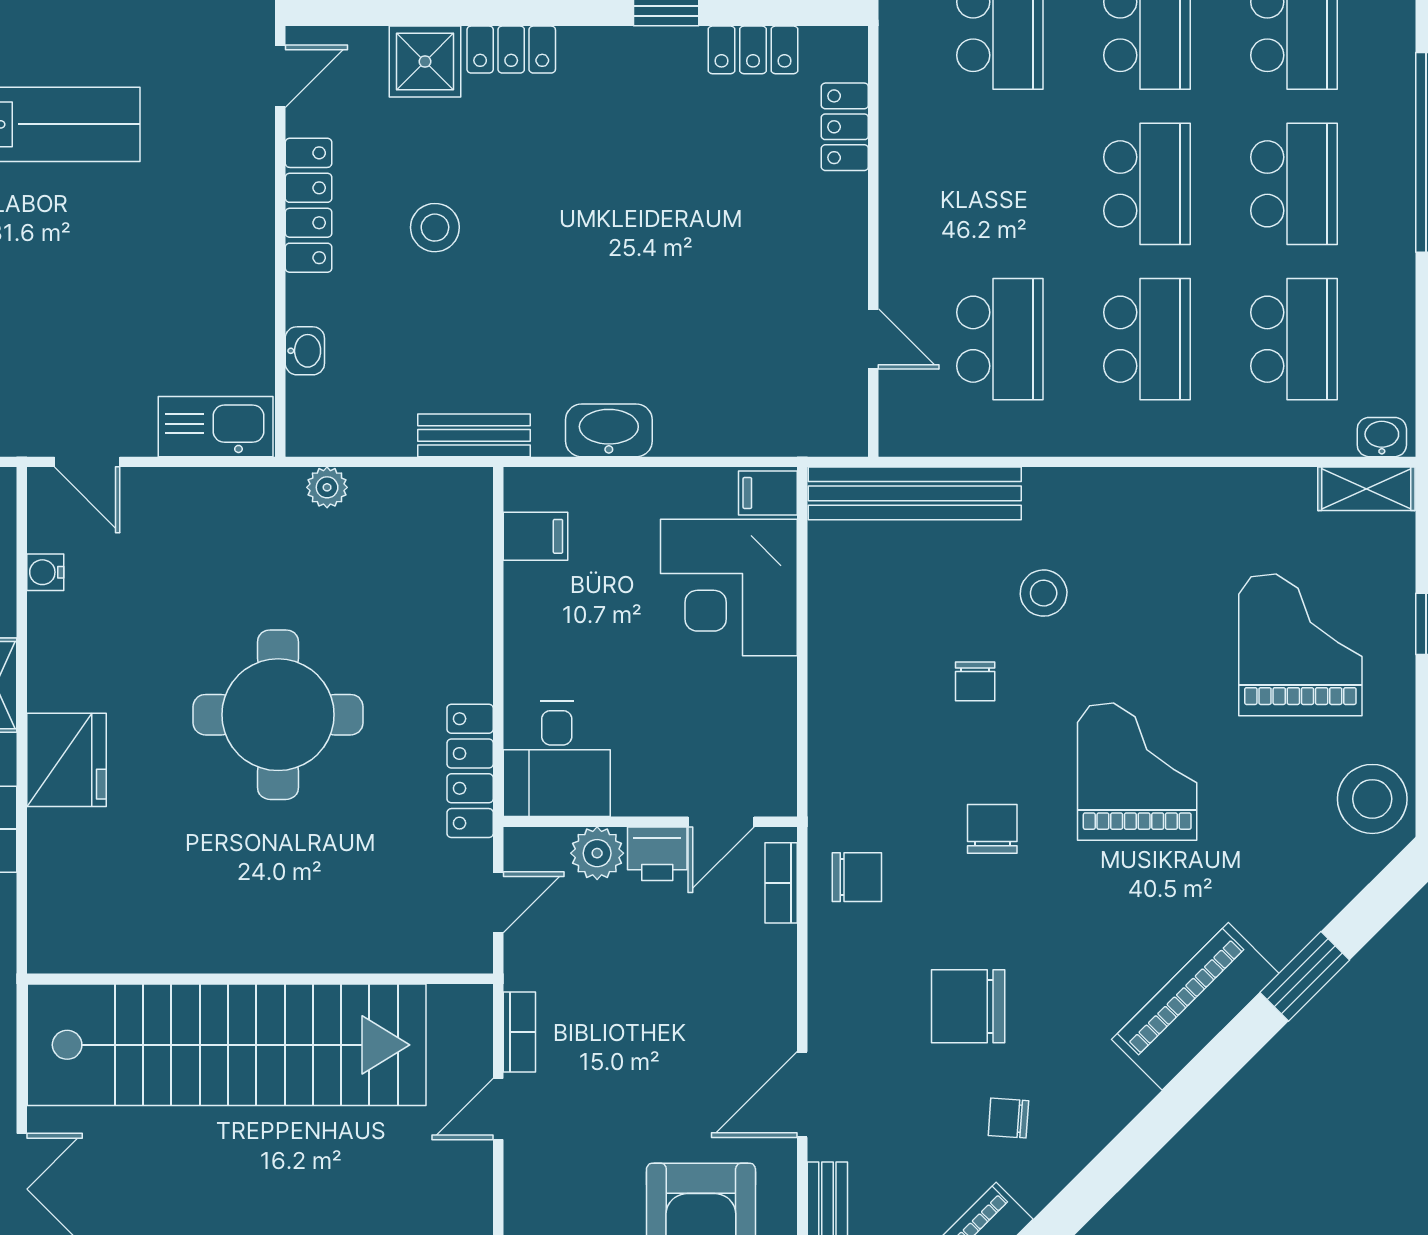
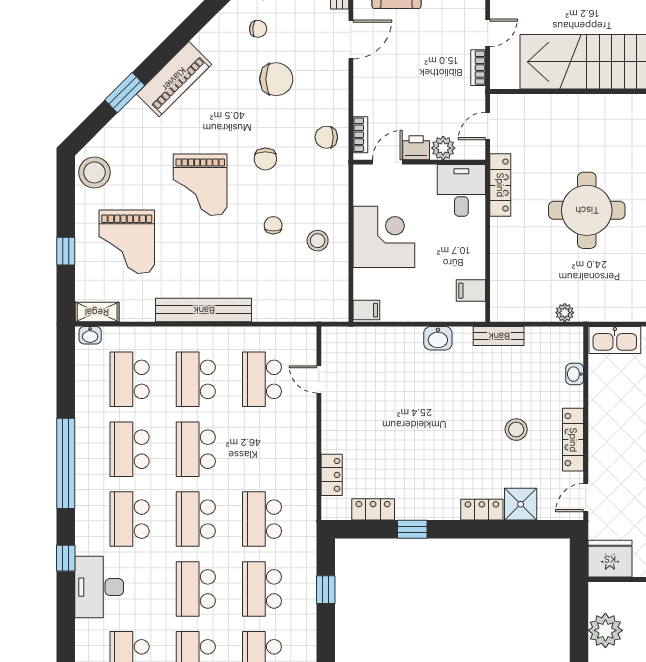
washbasin: (609, 430) -> (438, 338), width x0.72
bench: (915, 493) -> (204, 310), moved
corner desk: (729, 587) -> (384, 237), moved
stool: (1044, 593) -> (318, 241), moved

